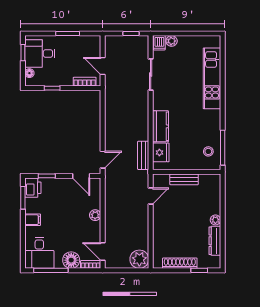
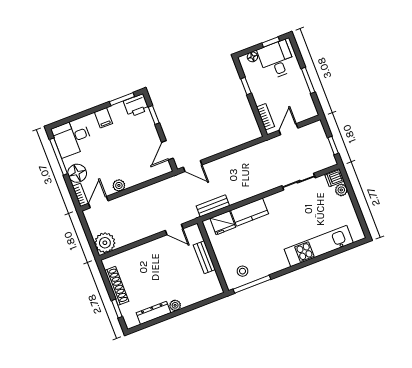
plant: (95, 215) -> (119, 185), moved

